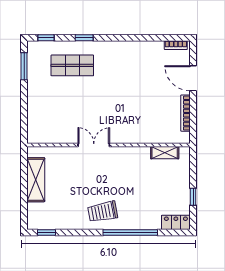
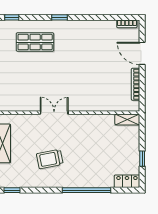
window: (84, 38) -> (59, 17), moved
shelving: (165, 153) -> (127, 119), moved
trolley: (103, 212) -> (50, 159), moved

